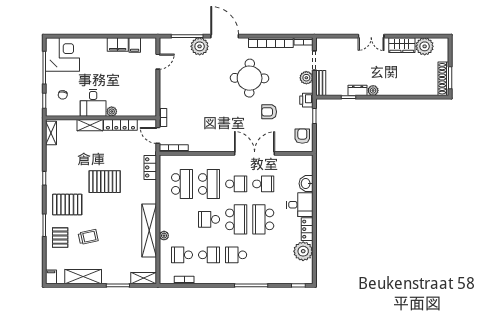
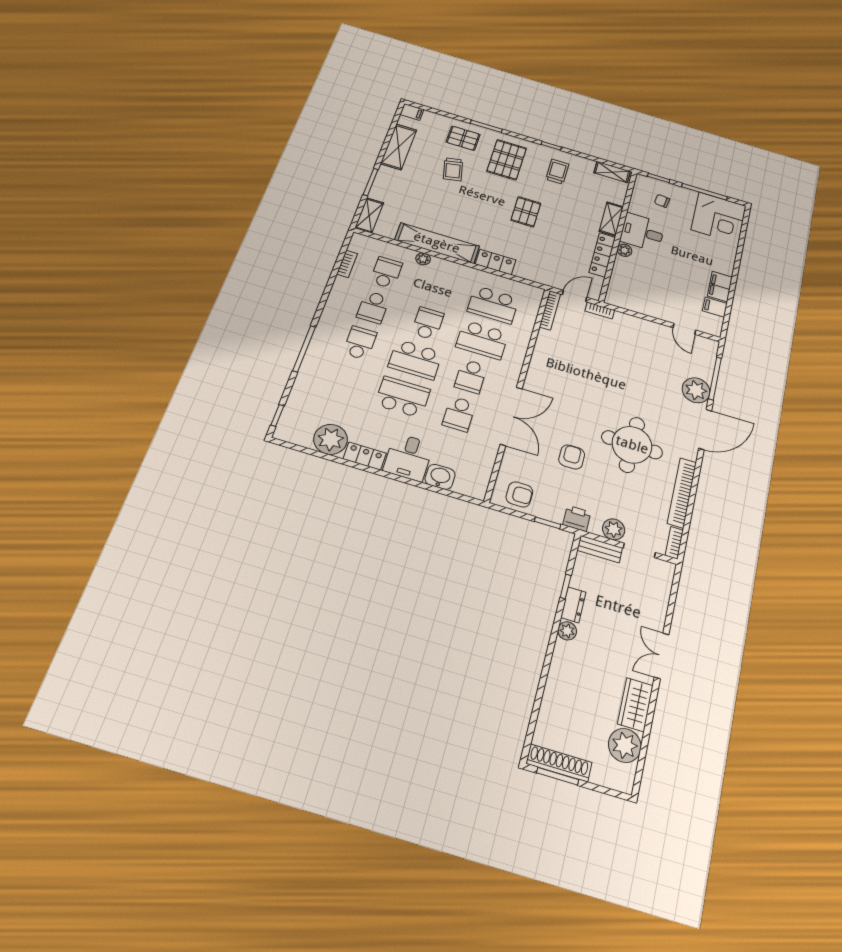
locker: (150, 167) -> (496, 262), moved
trolley: (64, 169) -> (557, 172), added
pallet: (105, 182) -> (526, 212), width x0.67, depth x0.71

